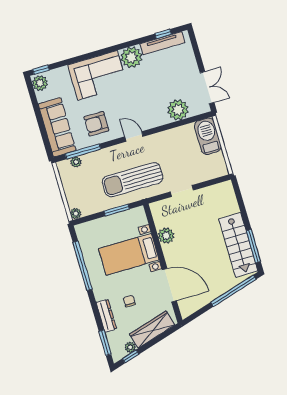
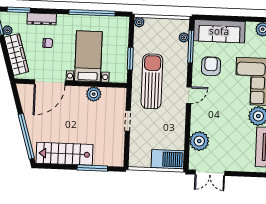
window: (253, 246) -> (92, 168), moved

